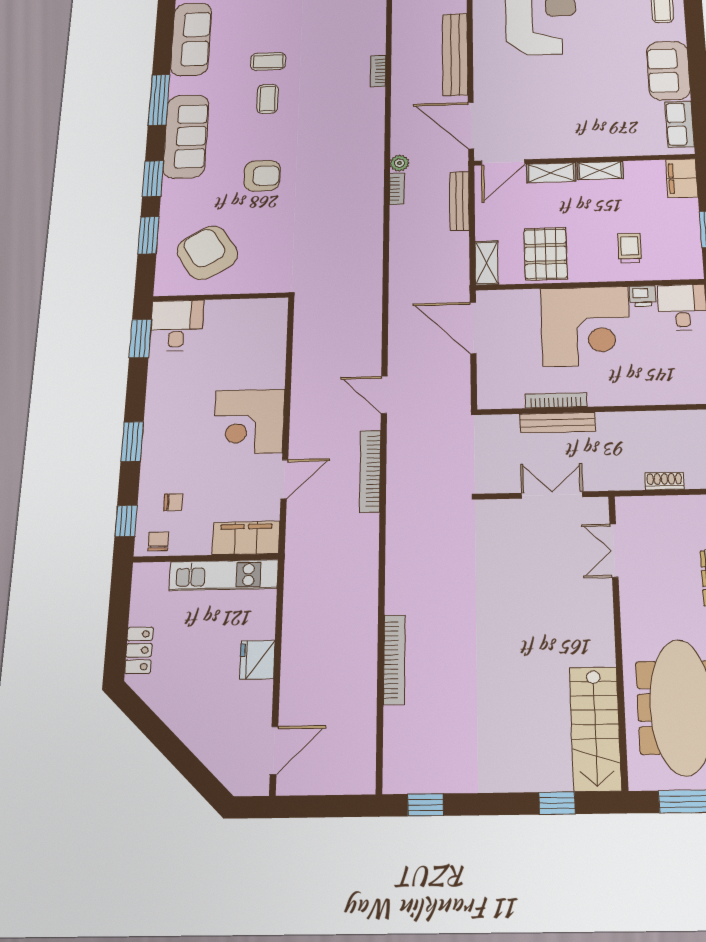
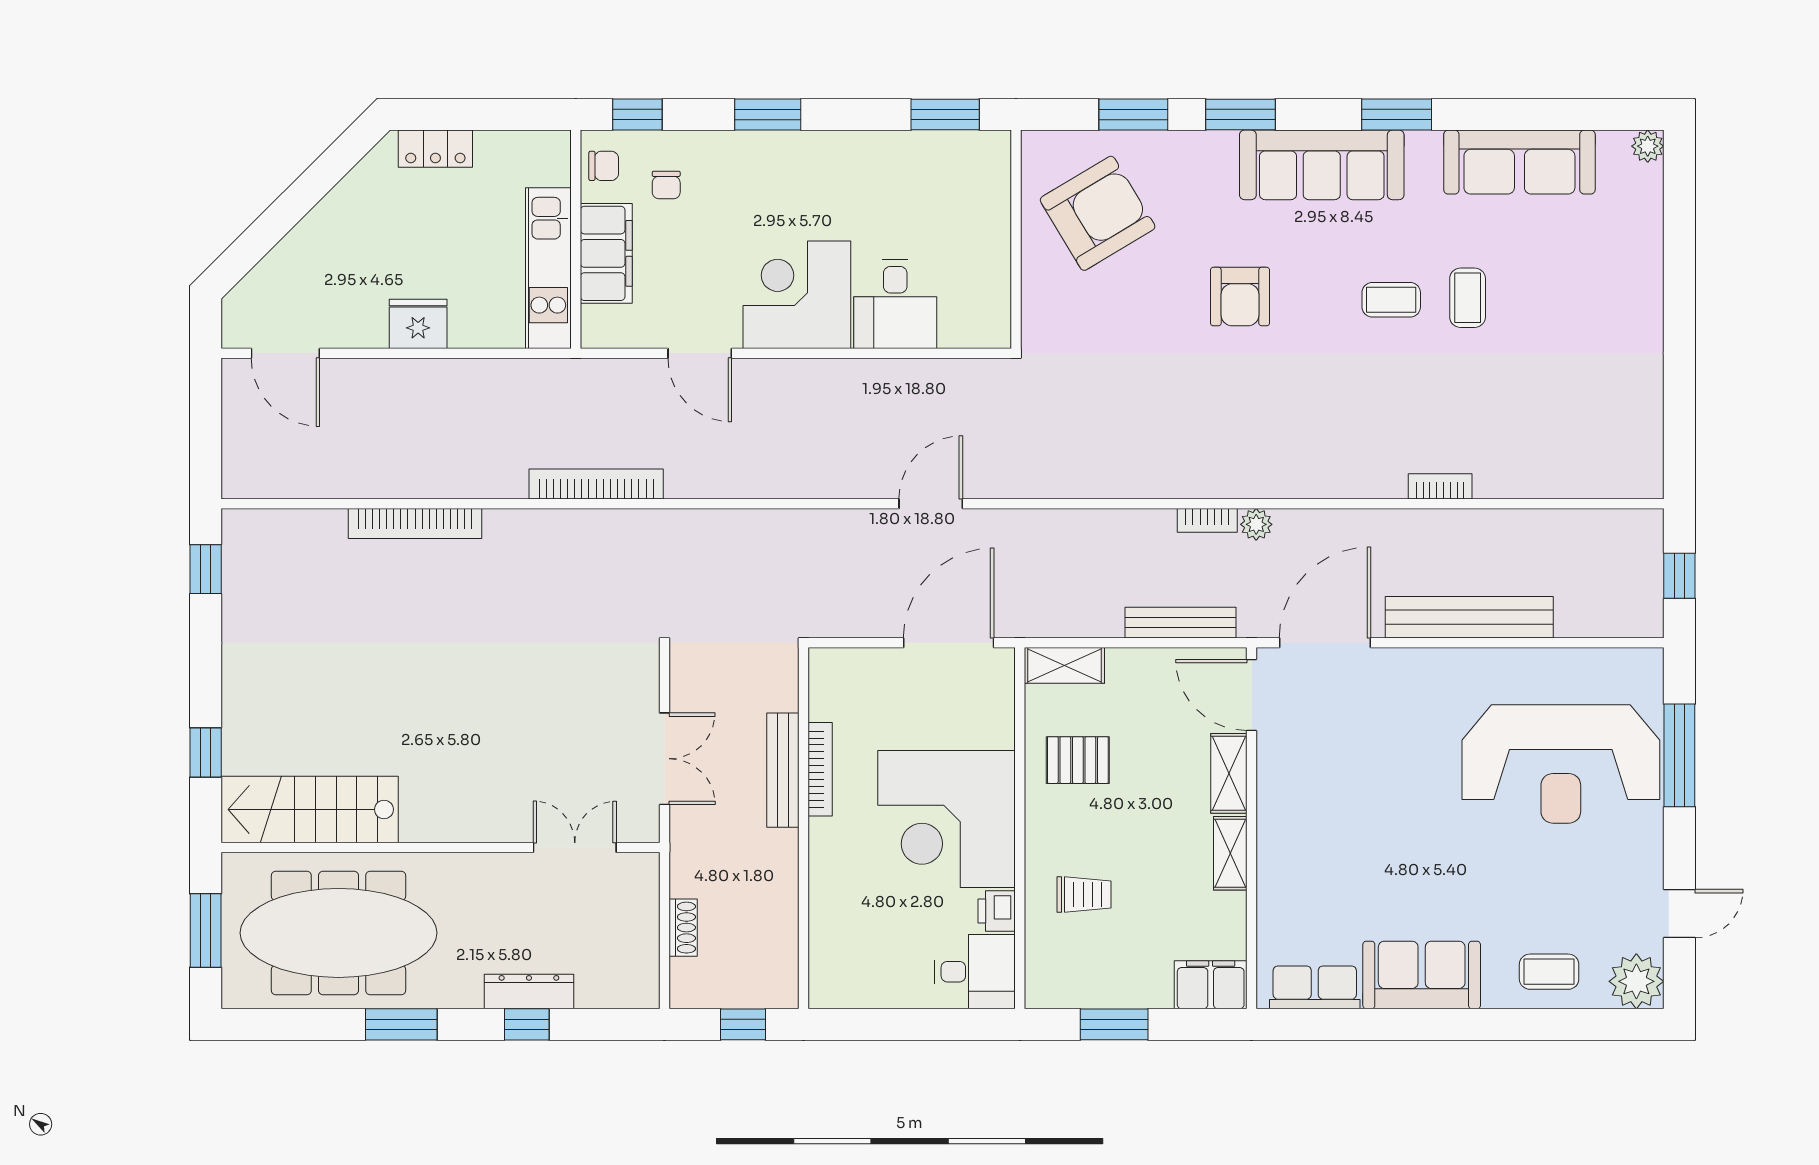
window: (159, 100) -> (1397, 115), width x0.69
pallet: (546, 254) -> (1078, 760), width x0.67, depth x0.71
desk: (177, 326) -> (895, 304), moved, turned 90
door: (384, 395) -> (931, 504), moved
bookcase: (370, 471) -> (596, 484), moved
filing cabinet: (246, 538) -> (606, 253), moved

